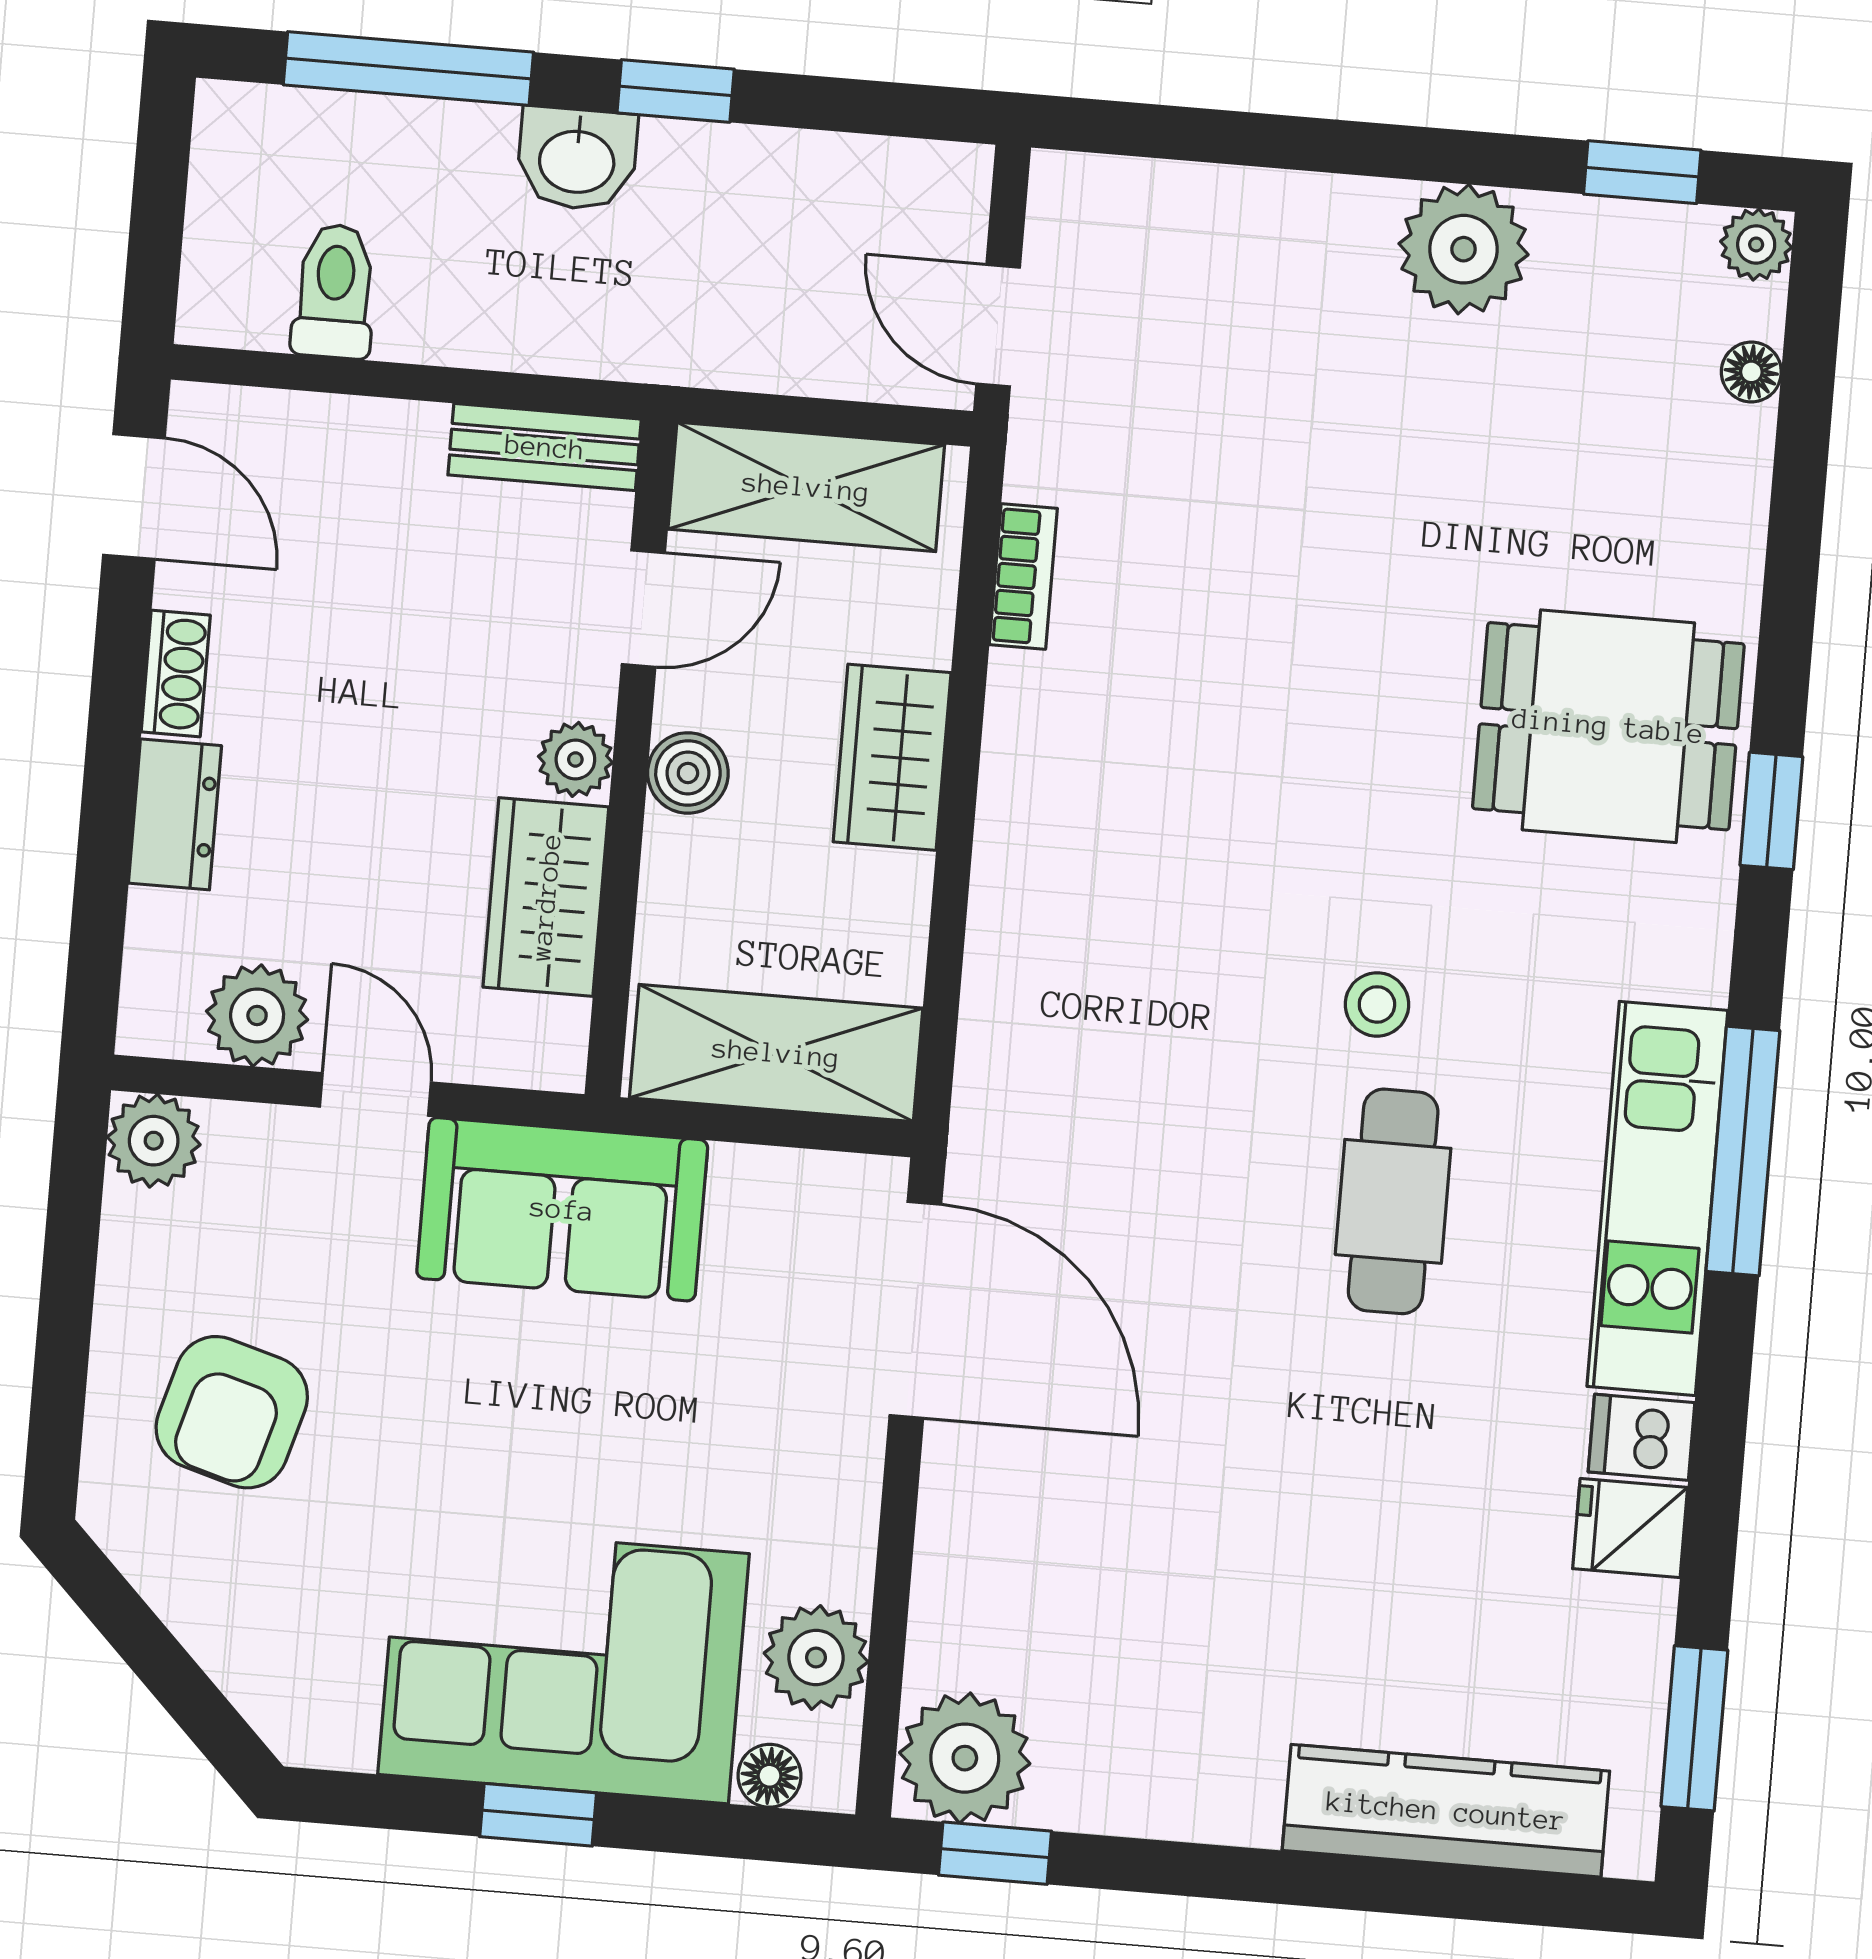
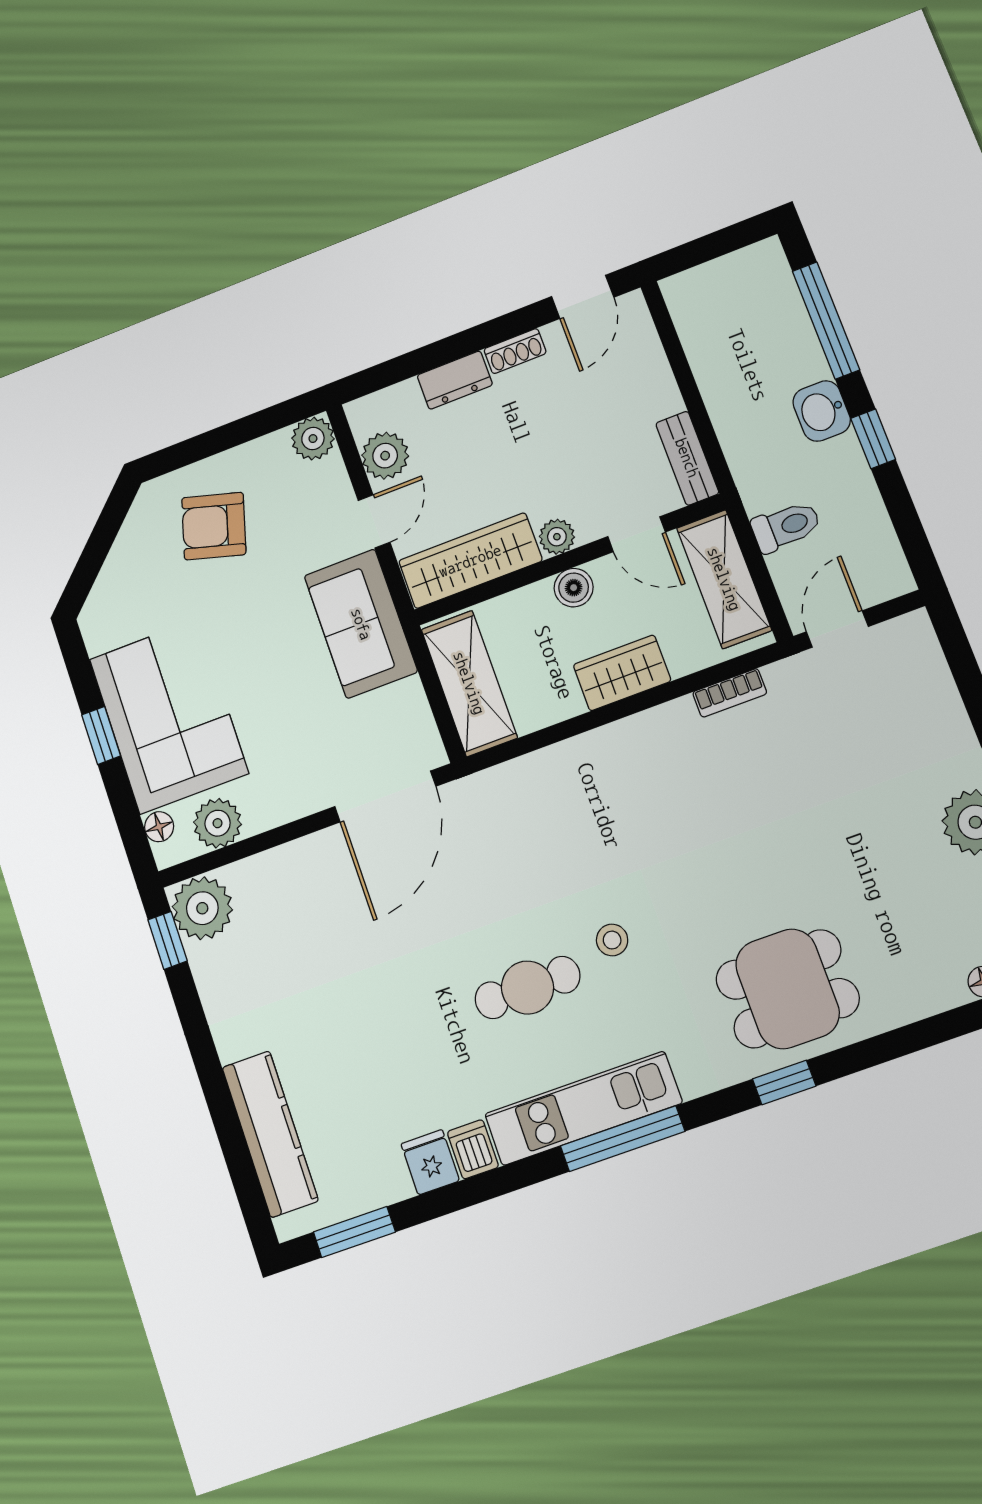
toilet: (334, 291) -> (786, 526), moved
dining table: (1608, 726) -> (787, 989), turned 90
wardrobe: (546, 897) -> (470, 561), width x1.50

